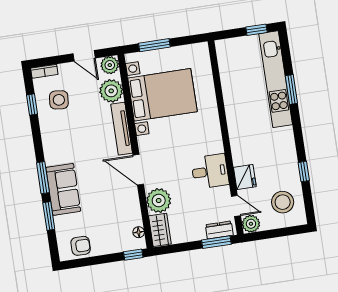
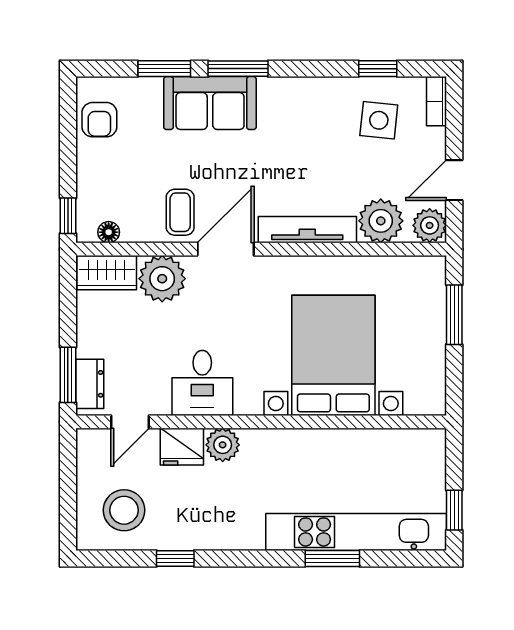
bed with nightstands: (162, 95) -> (333, 355), moved, turned 180
coffee table: (123, 196) -> (180, 212), added
plant: (251, 224) -> (223, 445), moved

